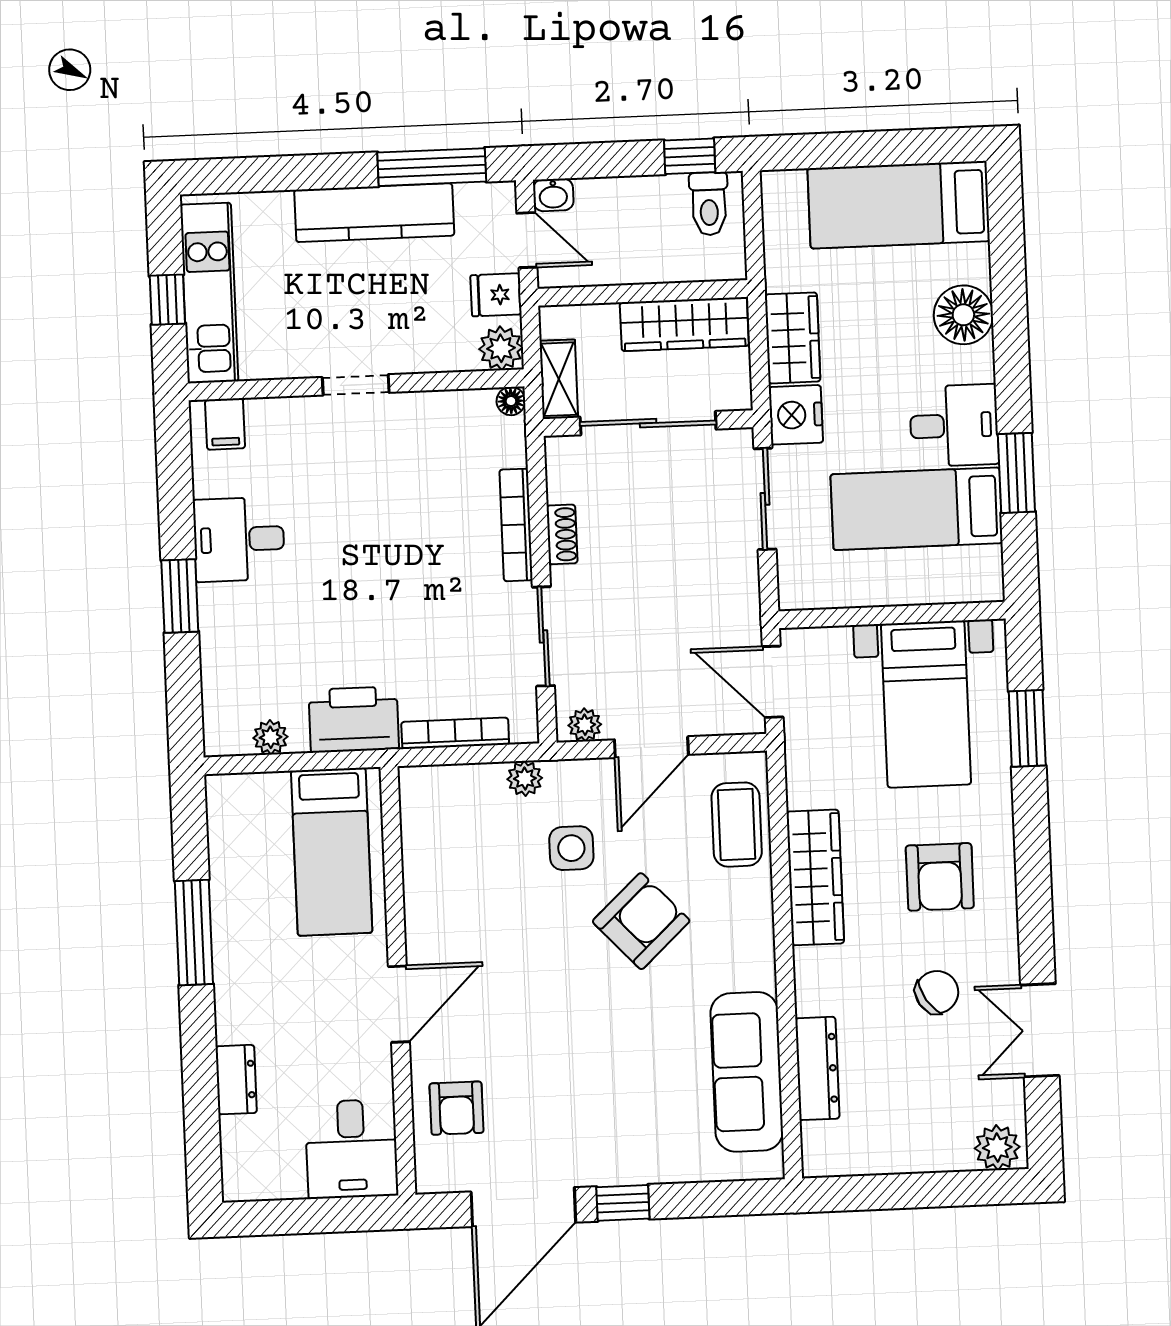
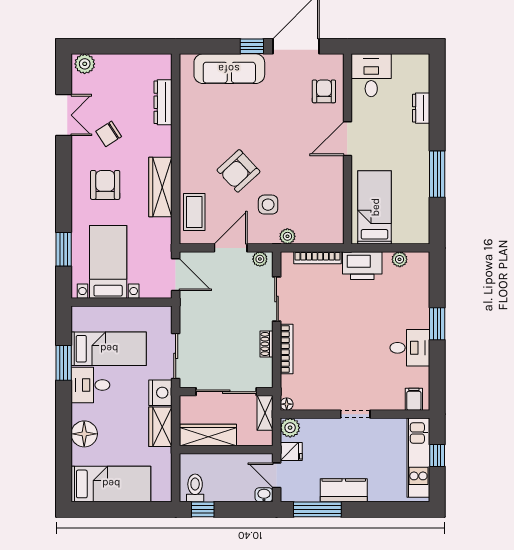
kitchen counter: (374, 213) -> (344, 490), width x0.67
sofa: (747, 1072) -> (229, 69), moved, turned 90

